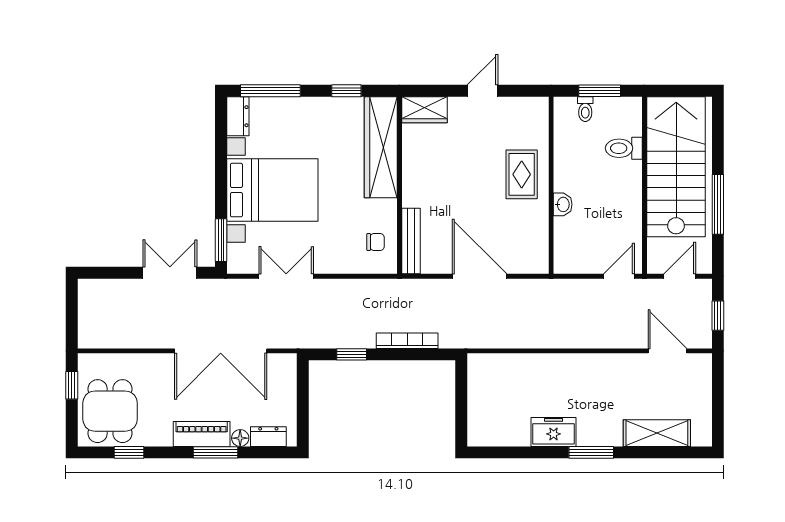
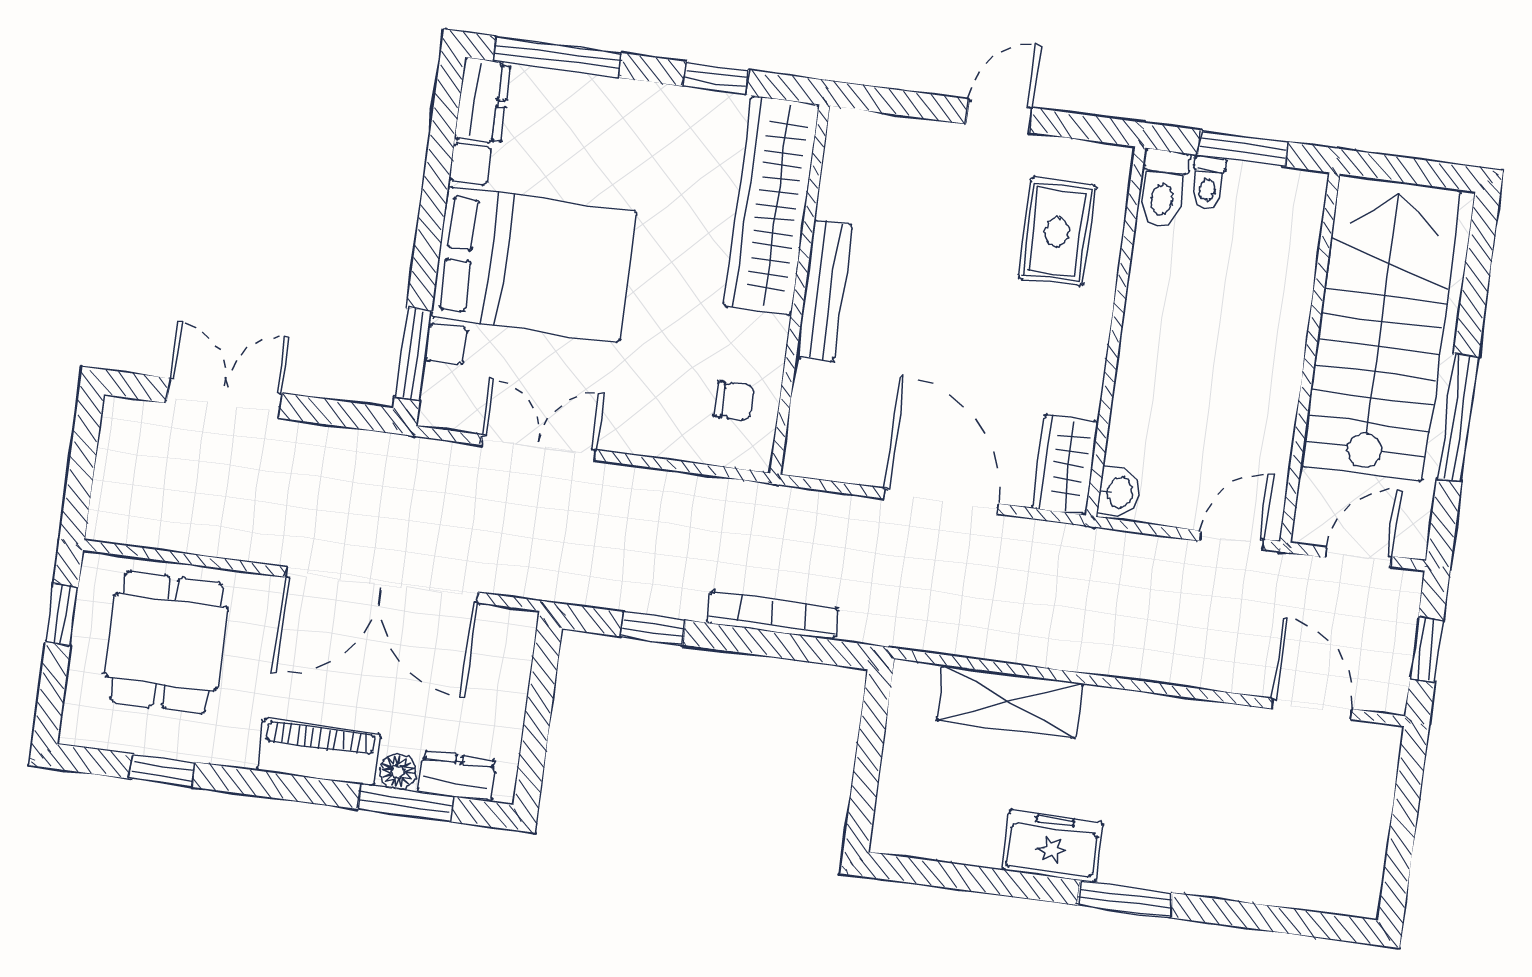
wardrobe: (424, 110) -> (1065, 465), moved, turned 90
toilet: (624, 148) -> (1163, 189), moved, turned -90
rug: (522, 174) -> (1057, 232), moved
washbasin: (563, 204) -> (1119, 492), moved
bench: (411, 241) -> (824, 291), moved
double door: (170, 273) -> (224, 398), moved
dining table: (110, 411) -> (166, 642), moved
shelving: (657, 433) -> (1010, 702), moved
window: (216, 452) -> (406, 803), moved

